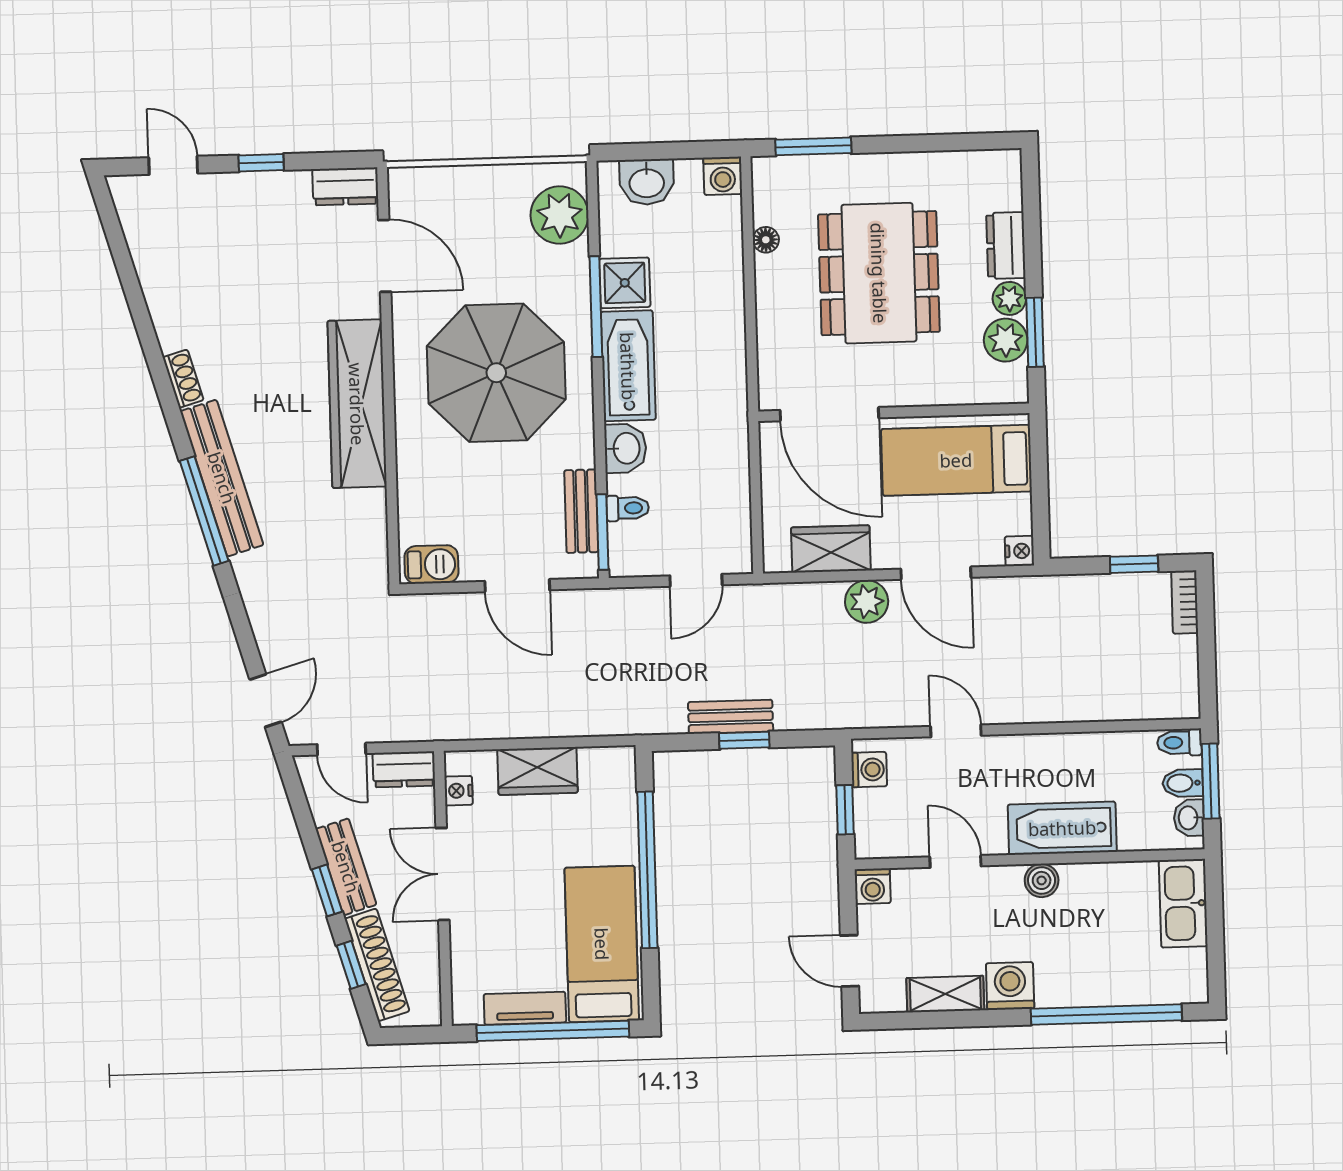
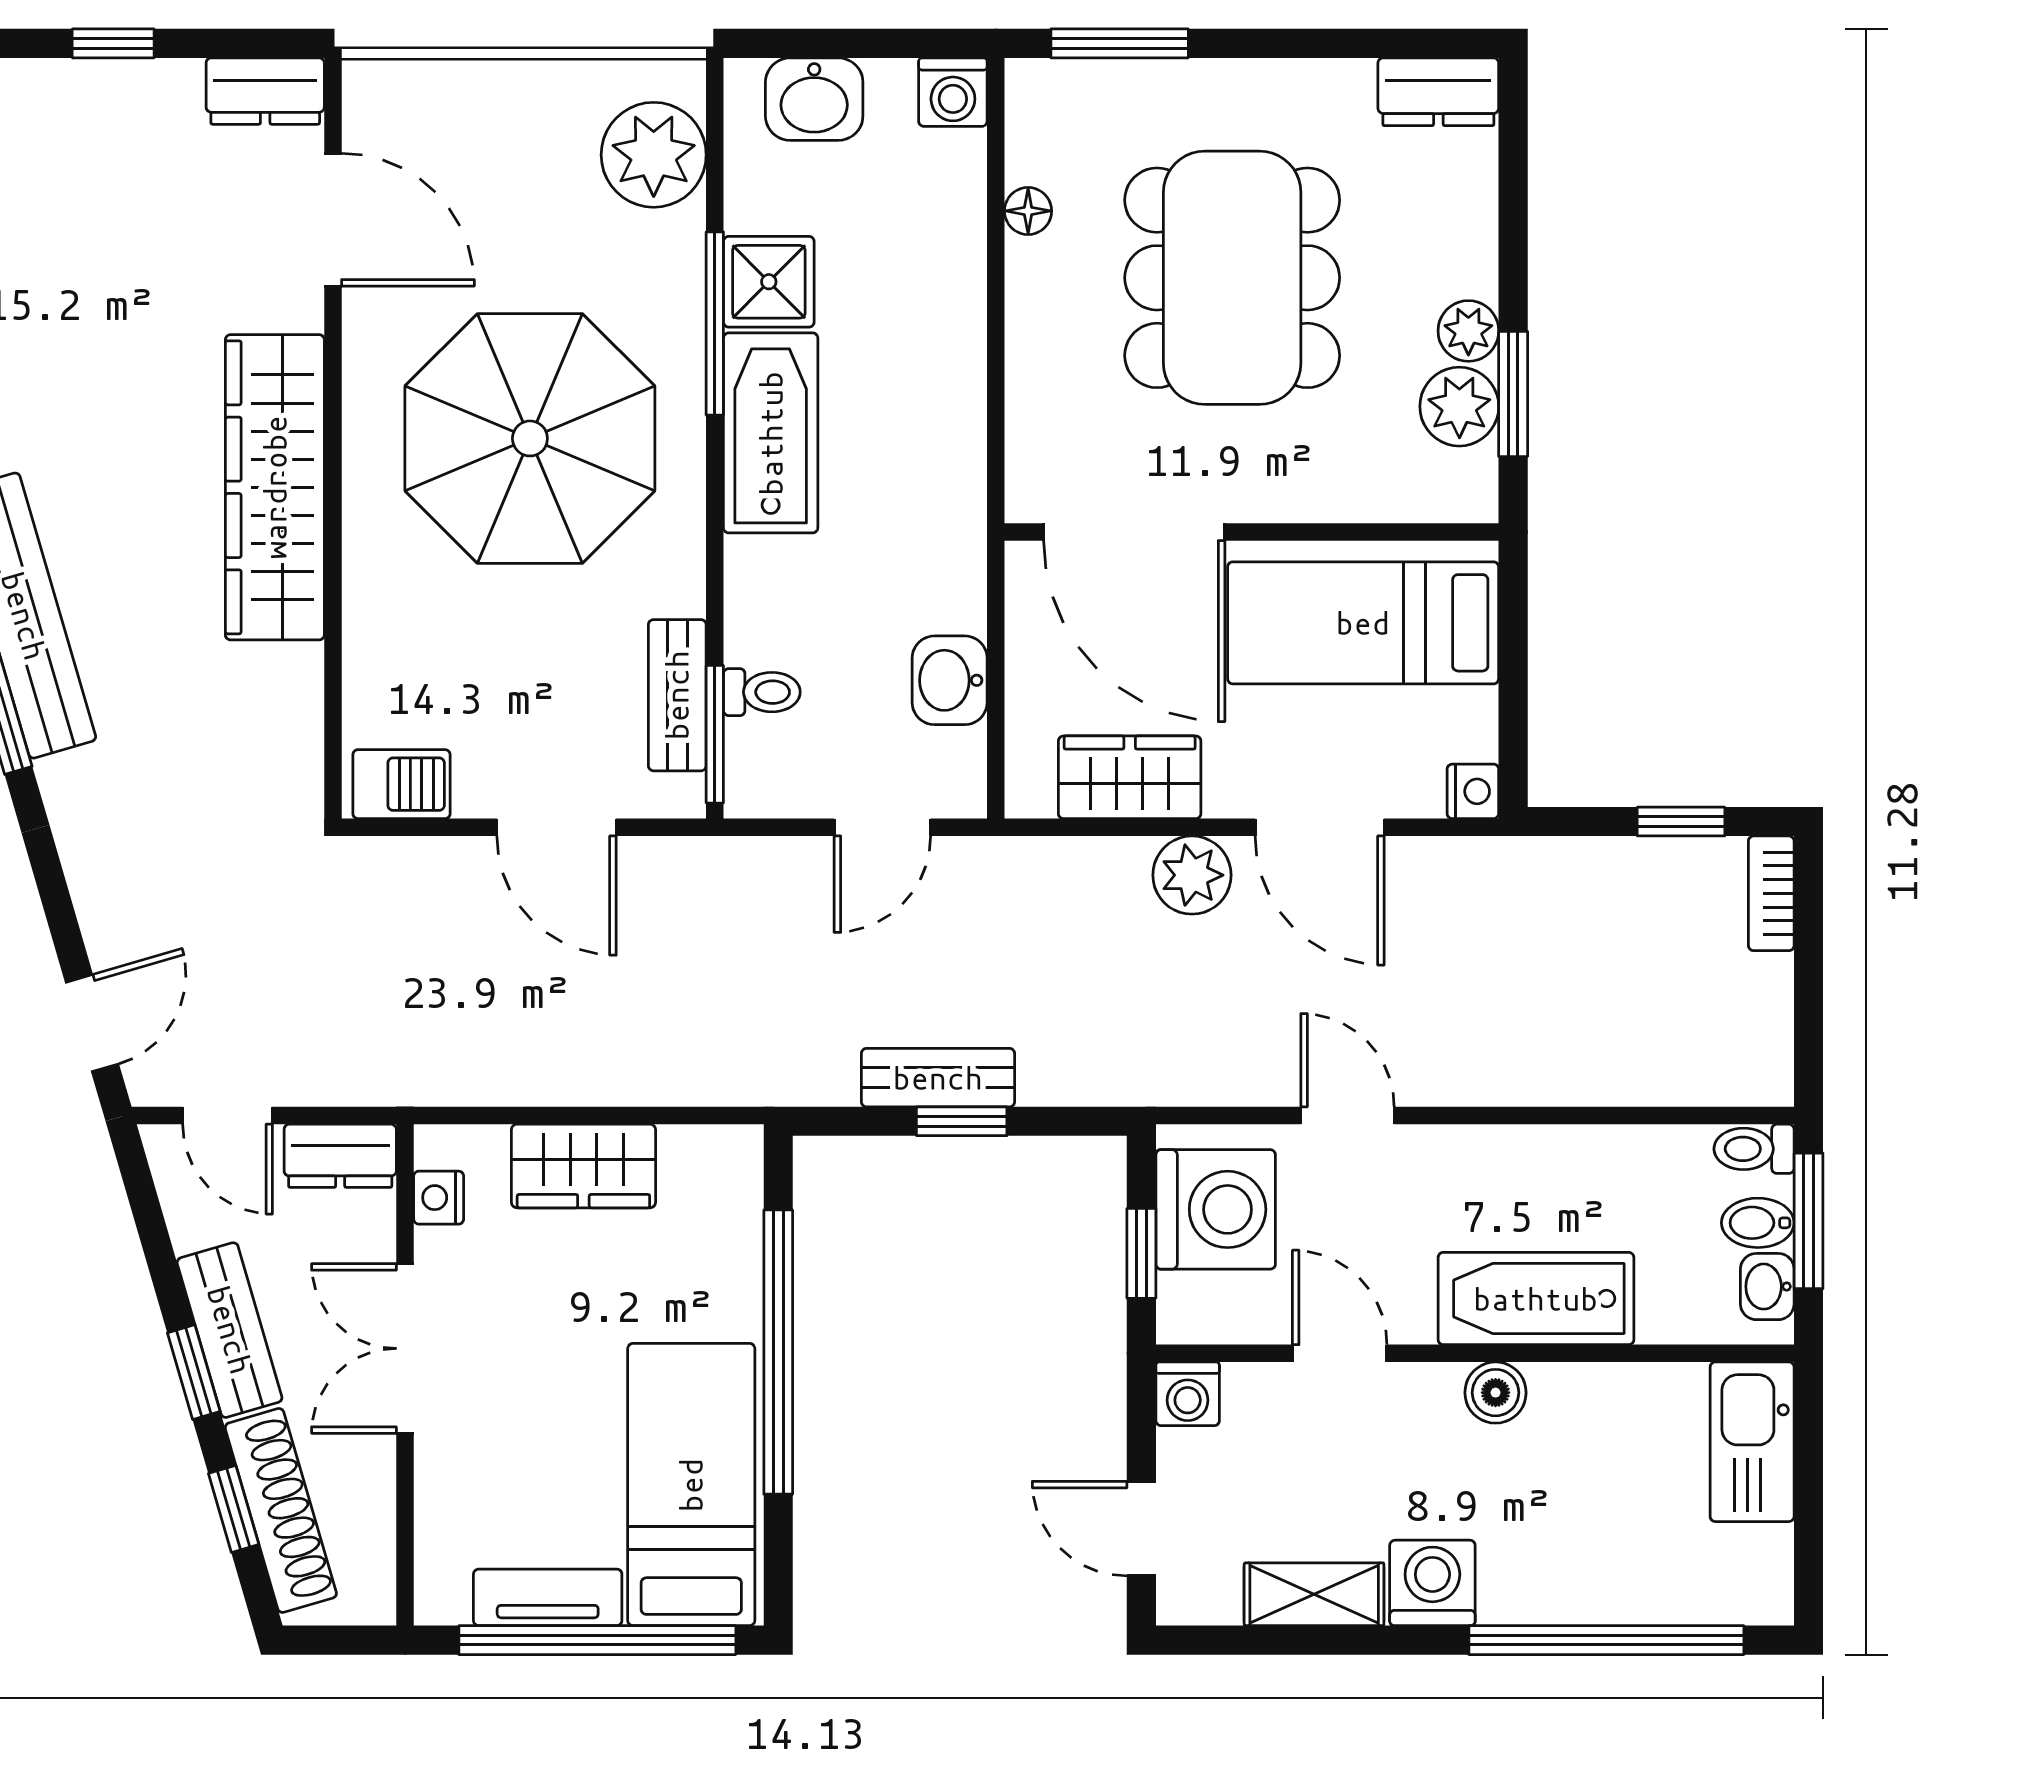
dresser: (1006, 246) -> (1438, 92), moved, turned -90
washbasin: (625, 448) -> (950, 680), moved, turned 180
washing machine: (869, 770) -> (1216, 1209), width x1.89, depth x1.89

